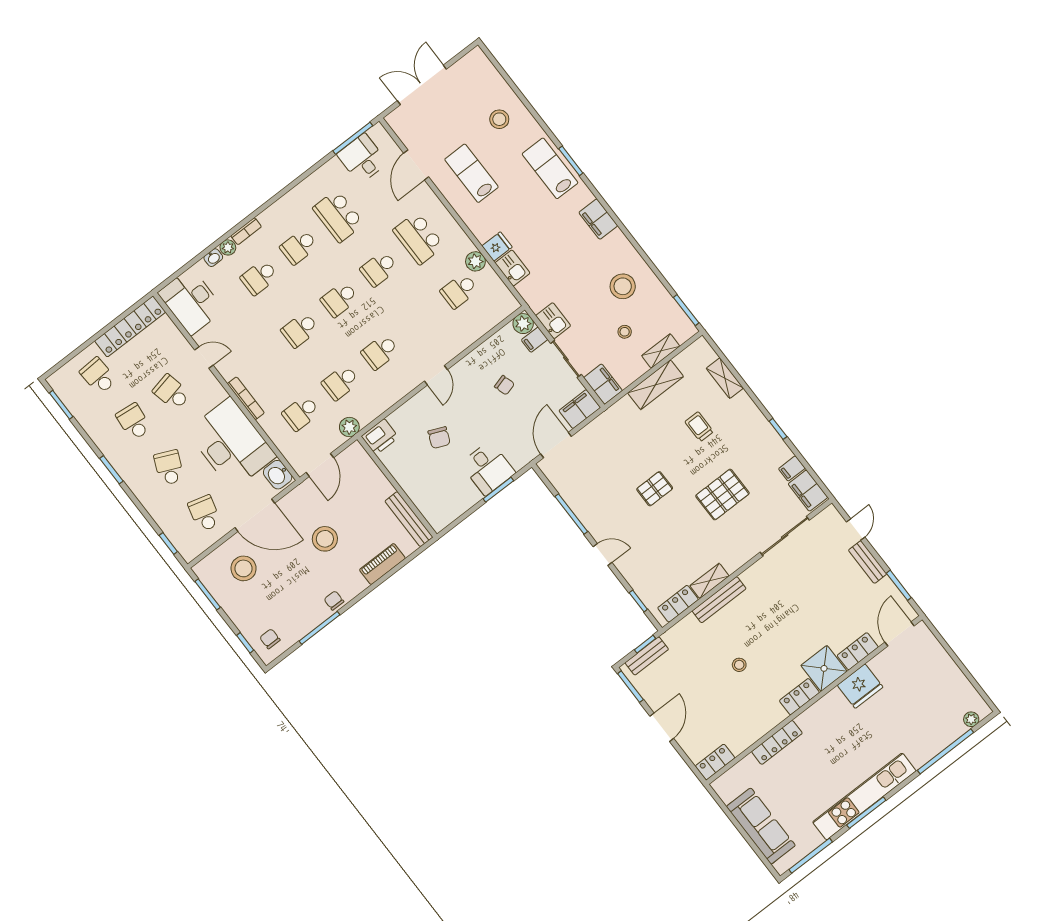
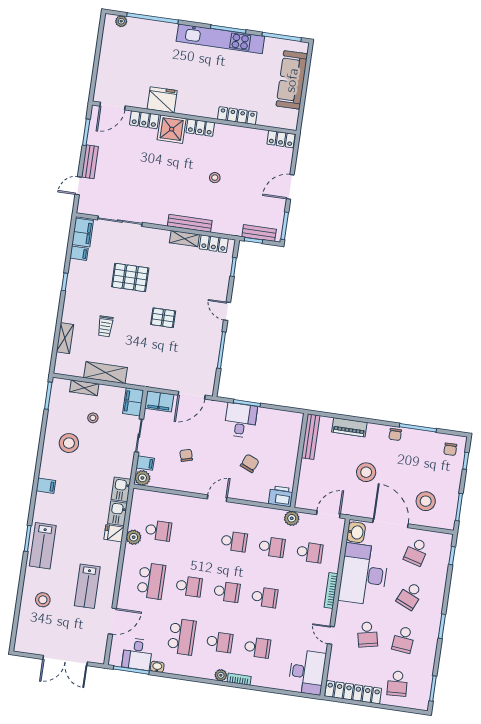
filing cabinet: (598, 219) -> (46, 486), width x0.50
plant: (228, 247) -> (221, 675), moved
washbasin: (213, 258) -> (157, 667), moved
kitchen sink: (553, 321) -> (121, 489), moved

